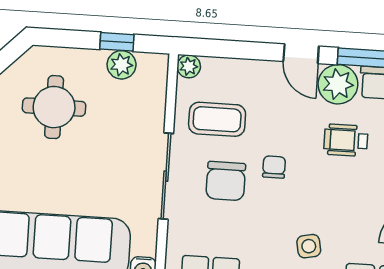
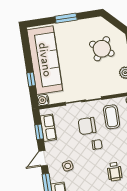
round table: (54, 107) -> (102, 49), turned 35
wheelchair: (346, 140) -> (115, 172), turned 180

